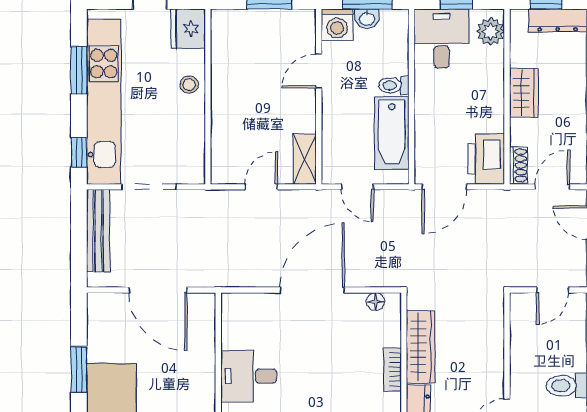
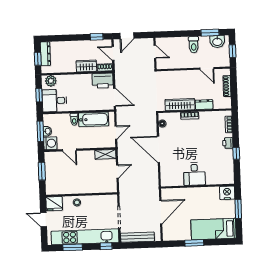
wardrobe: (524, 93) -> (86, 66), moved
door: (261, 187) -> (117, 172), swing flipped

